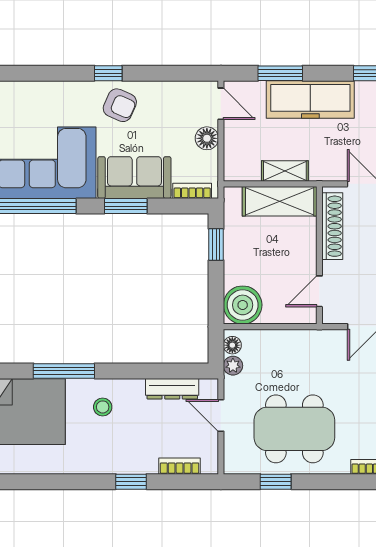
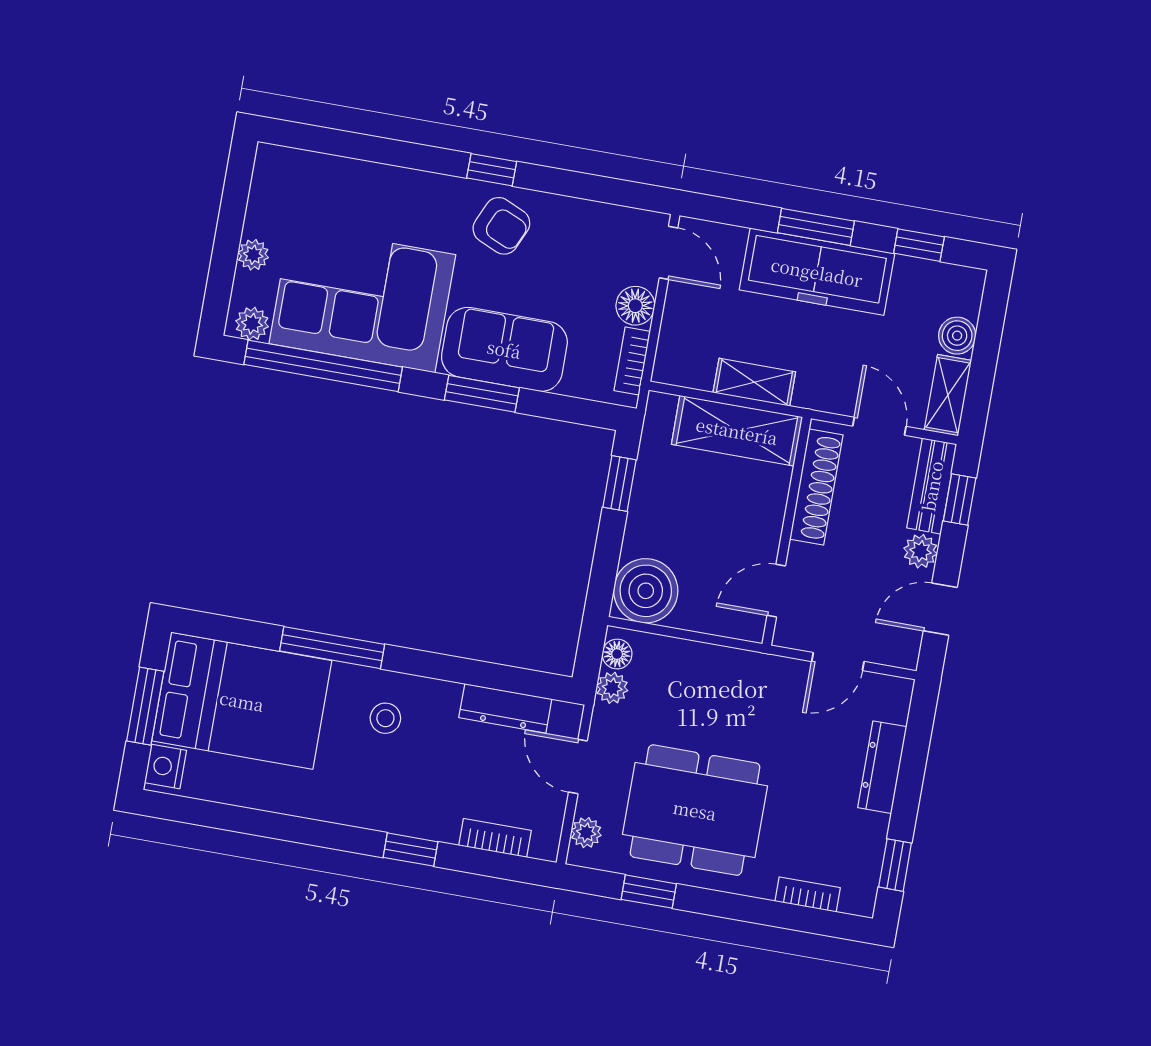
window: (280, 73) -> (816, 227), moved
bookcase: (192, 191) -> (632, 361), moved, turned -90
plant: (233, 453) -> (586, 833), added

